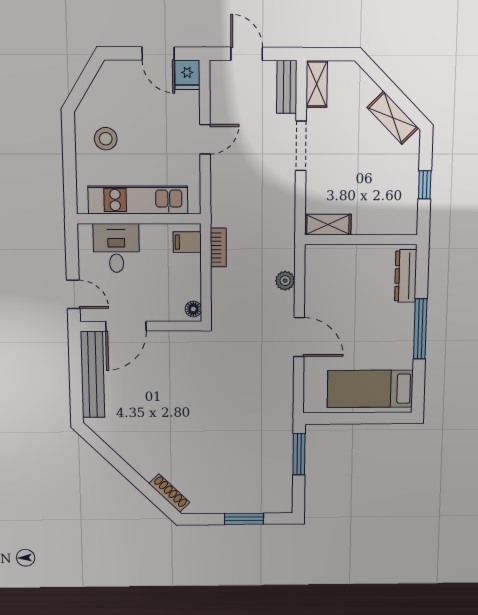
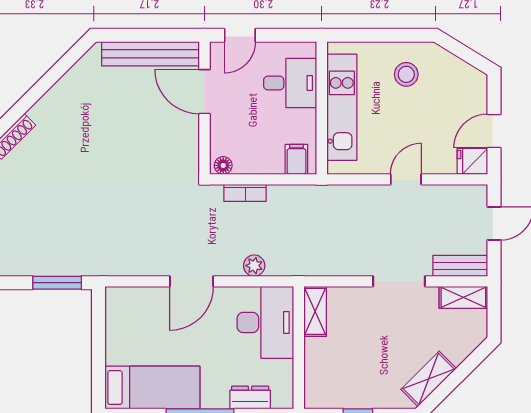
door: (205, 139) -> (406, 179), swing flipped
bookcase: (218, 247) -> (245, 193), moved
desk: (337, 270) -> (265, 322), added
dresser: (406, 276) -> (250, 398), width x0.70
bed: (370, 389) -> (152, 388), moved, turned 90

